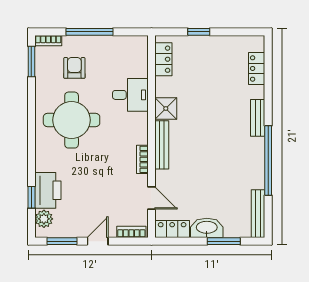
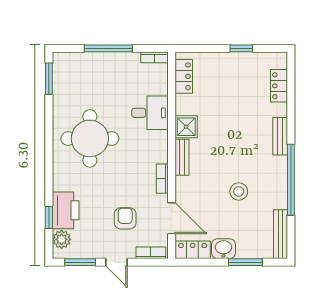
window: (199, 32) -> (241, 48), moved
bookcase: (48, 41) -> (154, 57), moved
armchair: (74, 68) -> (125, 218), moved
bench: (162, 145) -> (182, 157), width x0.73
stool: (217, 172) -> (239, 191), added
door: (152, 198) -> (172, 218), width x1.38
washbasin: (207, 228) -> (223, 249), width x0.72
door: (98, 241) -> (116, 262), swing flipped

